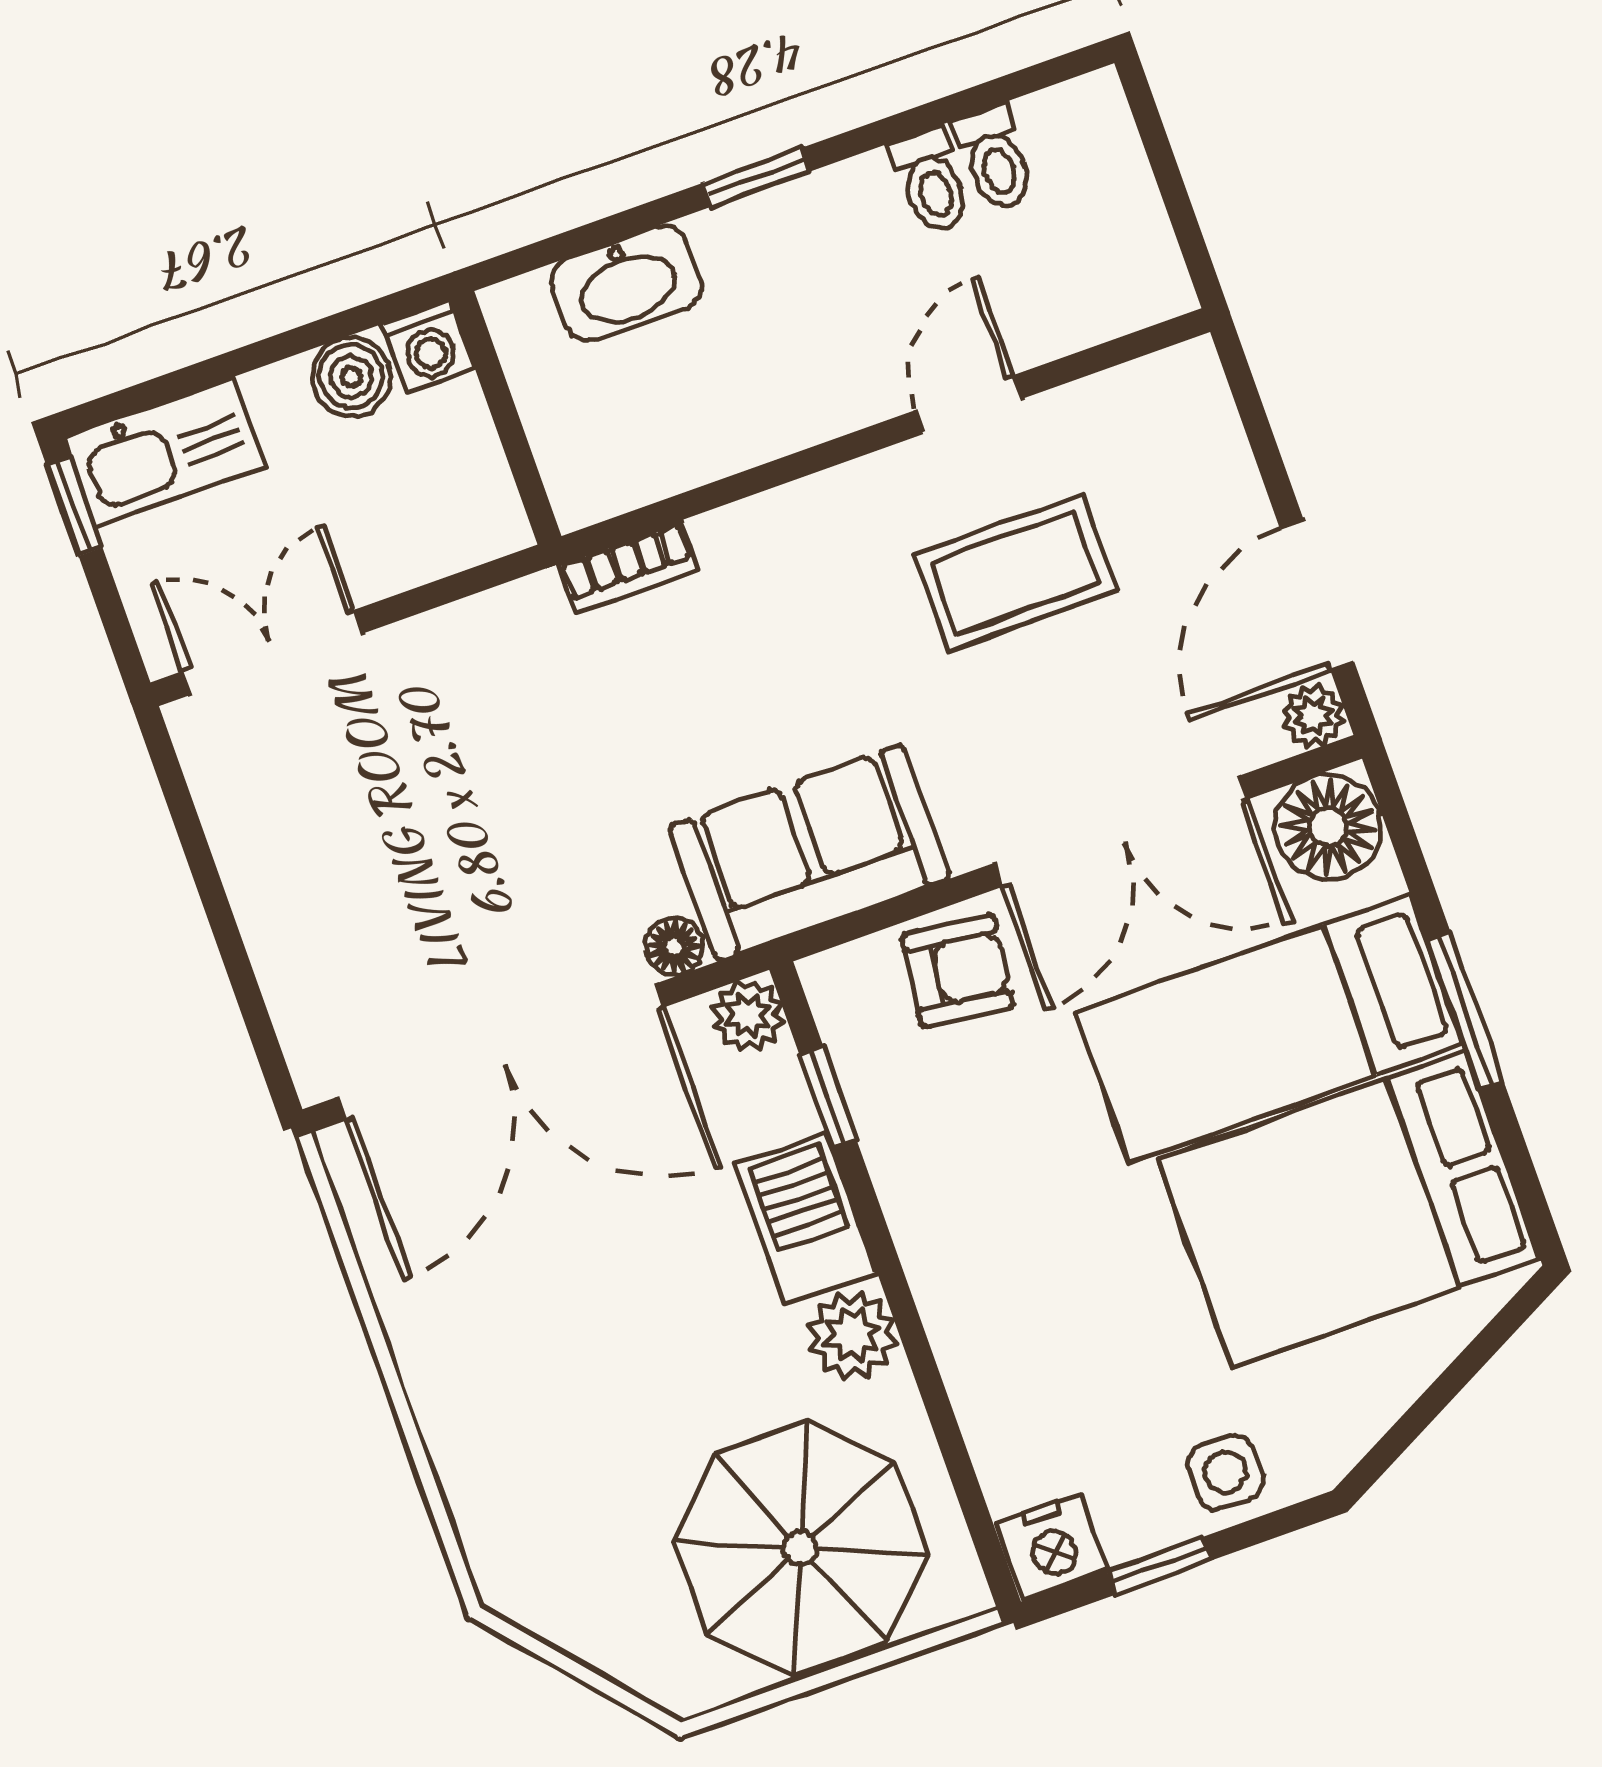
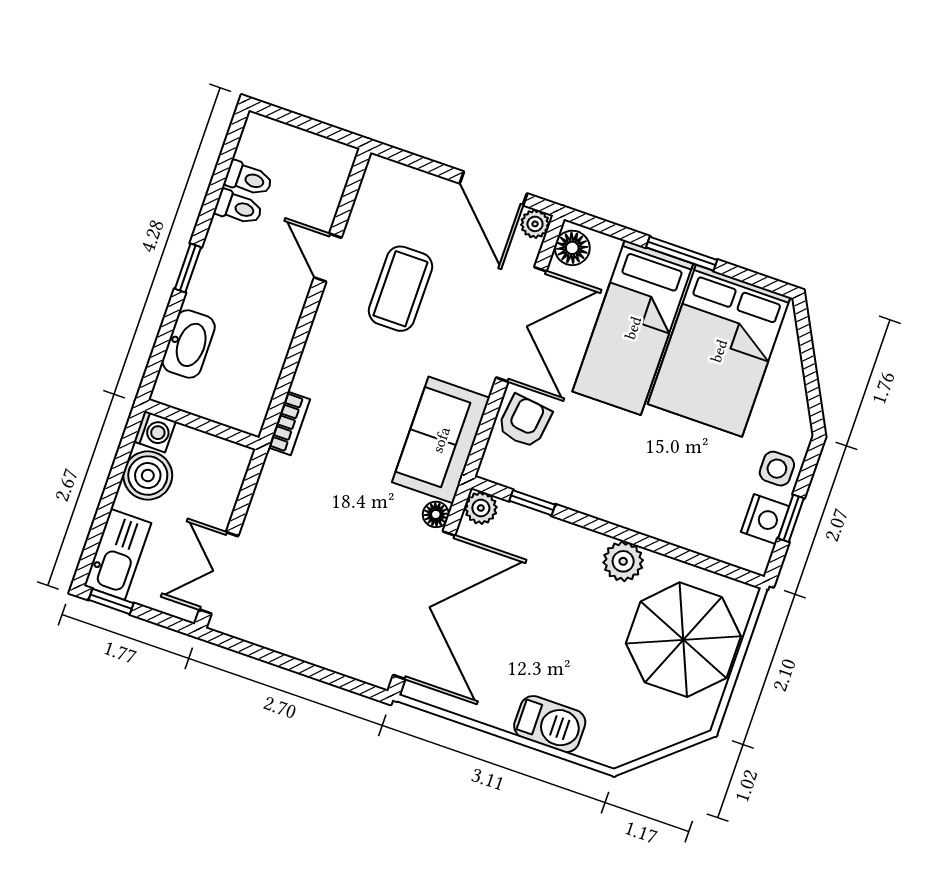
boiler: (351, 377) -> (148, 476), width x1.36, depth x1.36
floor lamp: (1328, 827) -> (572, 248), width x0.73, depth x0.73
barbecue: (806, 1218) -> (550, 724), moved, turned 180
nightstand: (1052, 1547) -> (765, 519), moved

